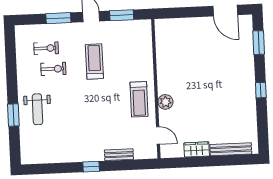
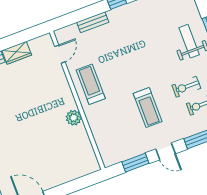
plant: (165, 102) -> (74, 118), moved
door: (158, 135) -> (60, 54), swing flipped

